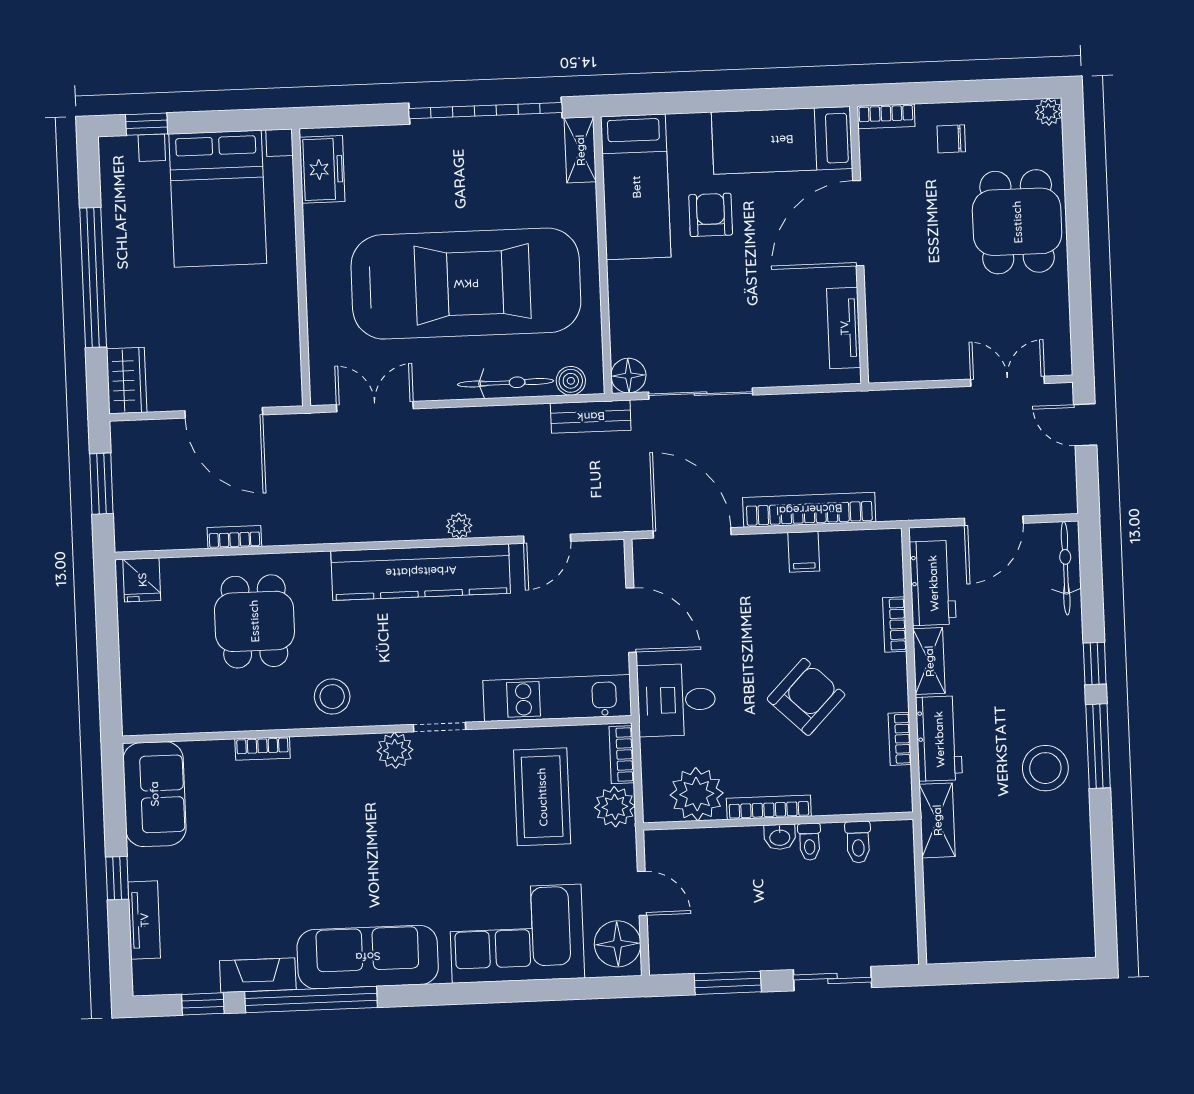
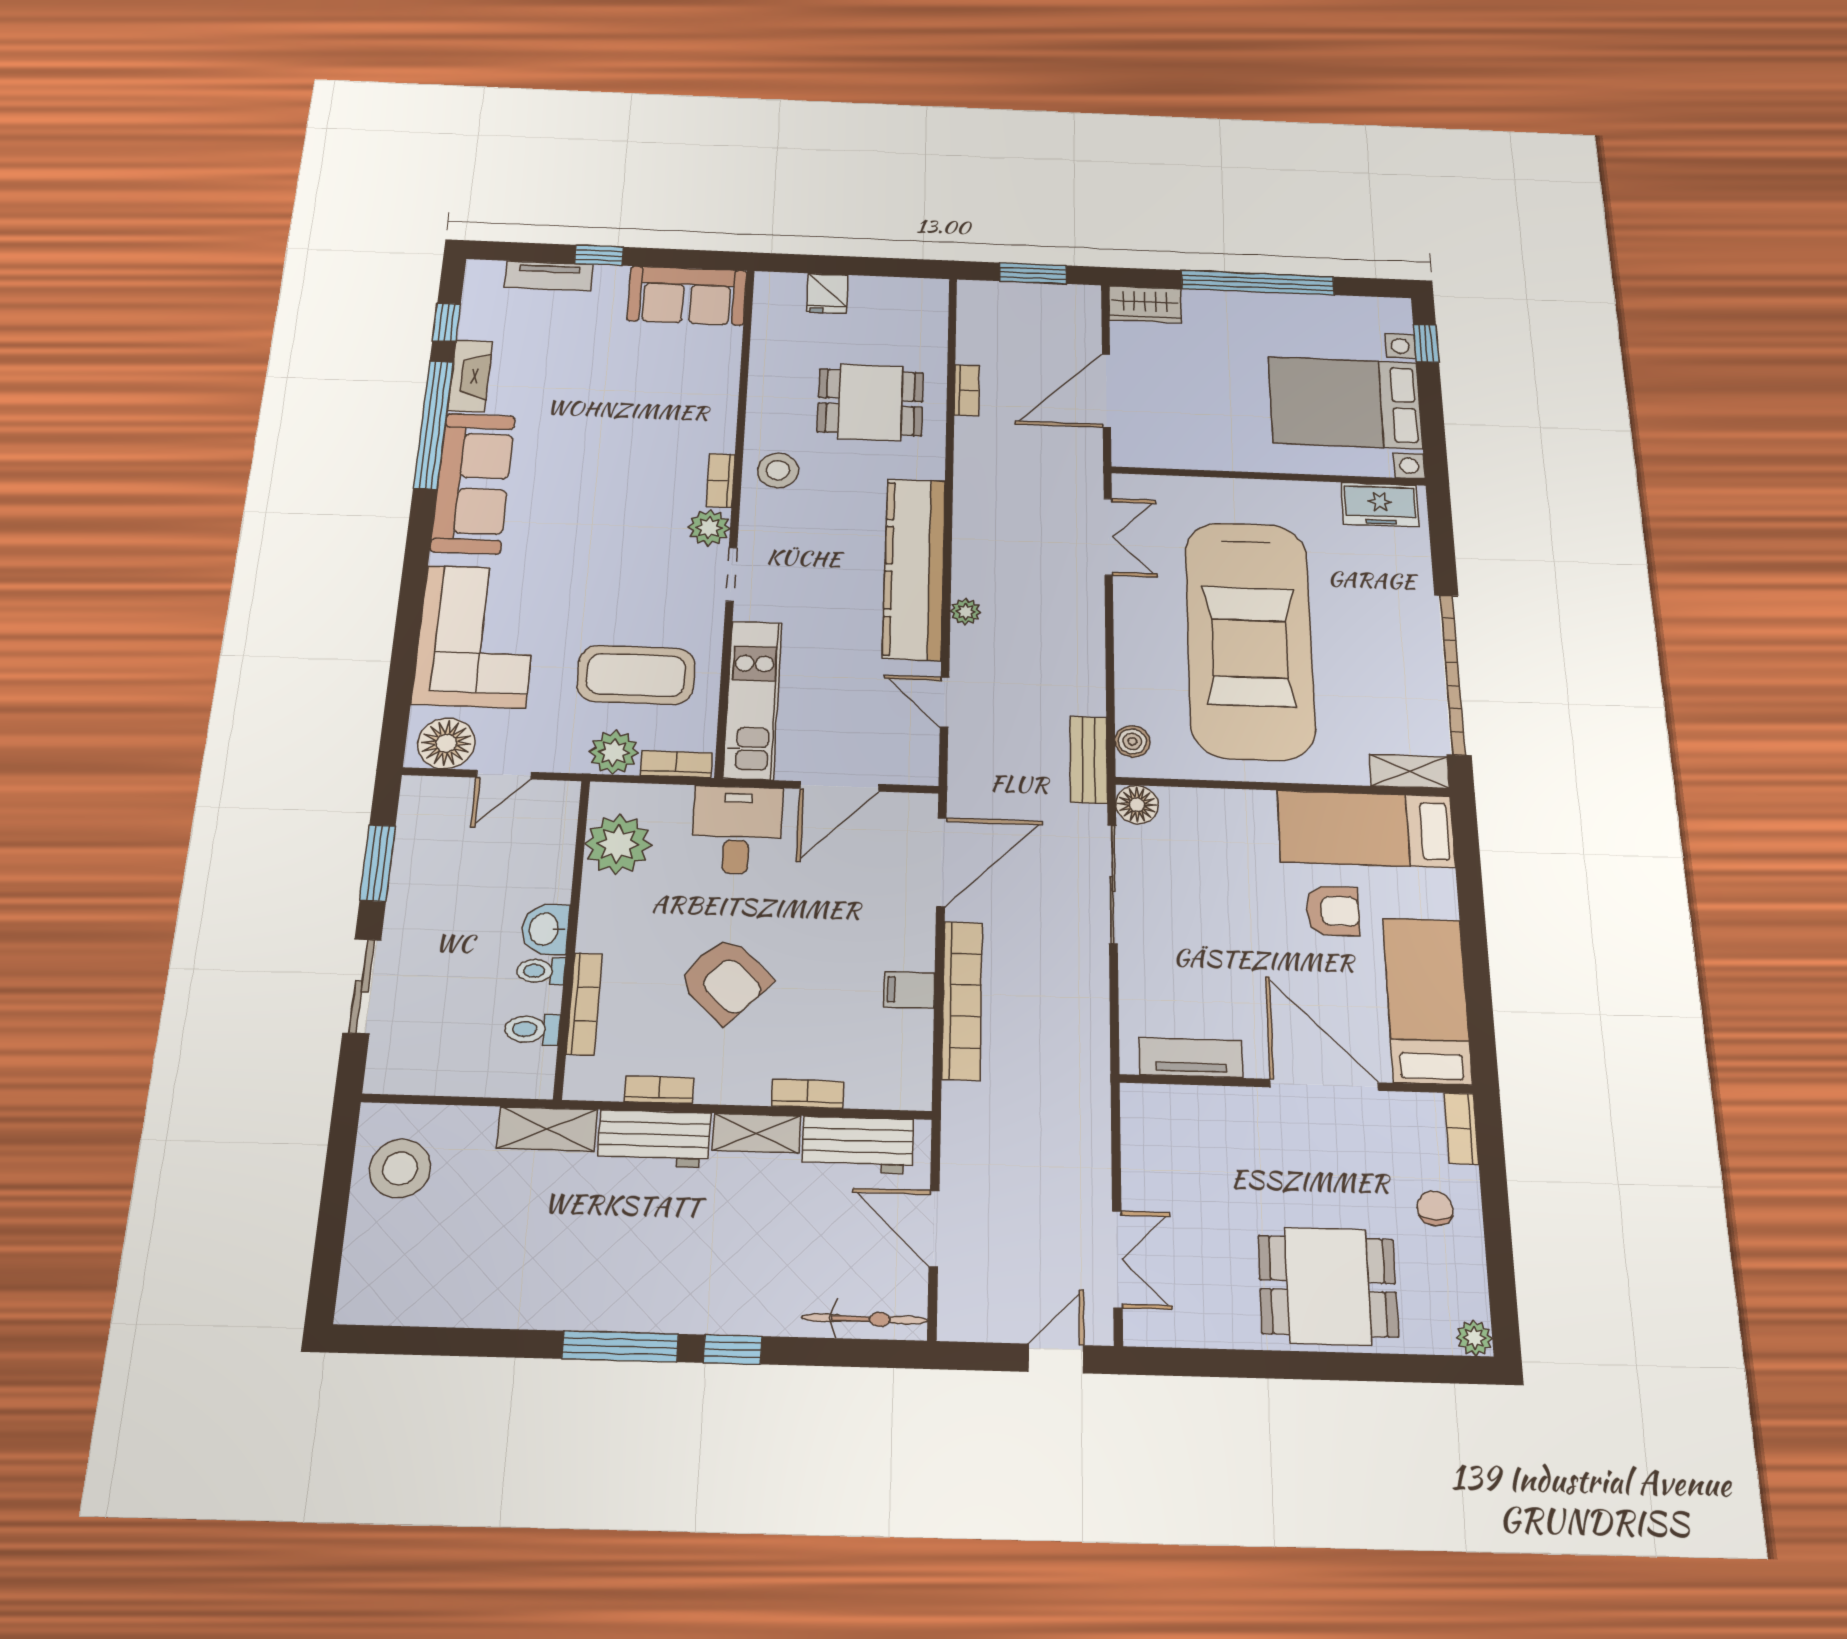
bicycle: (505, 383) -> (1132, 672), removed
fridge: (142, 580) -> (827, 293), moved, turned -90
bookcase: (263, 748) -> (721, 480), moved
stool: (1045, 768) -> (400, 1168), moved
bookcase: (769, 807) -> (584, 1004), moved
washbasin: (780, 837) -> (545, 929), width x1.38, depth x1.45

